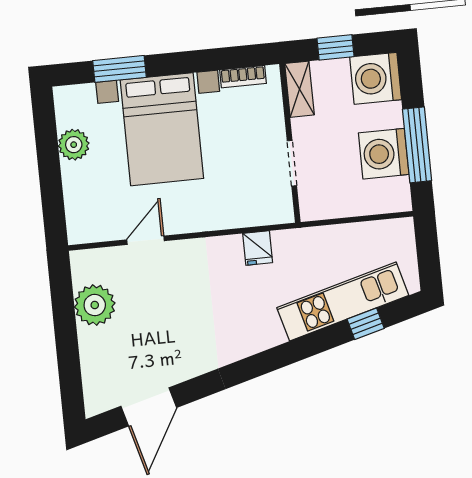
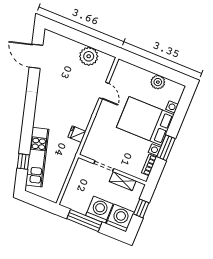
window: (120, 69) -> (166, 148), moved
shelving: (299, 89) -> (123, 181), moved
washing machine: (384, 154) -> (99, 210), moved

